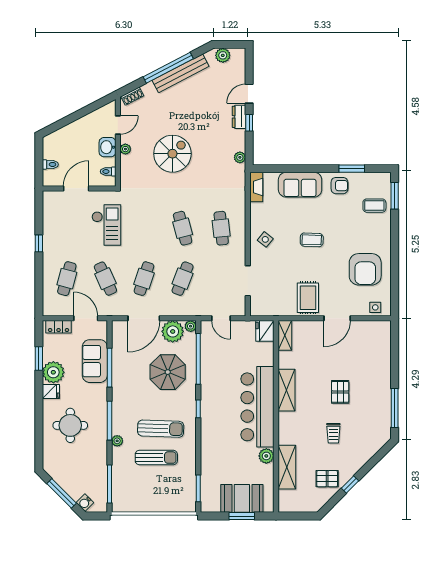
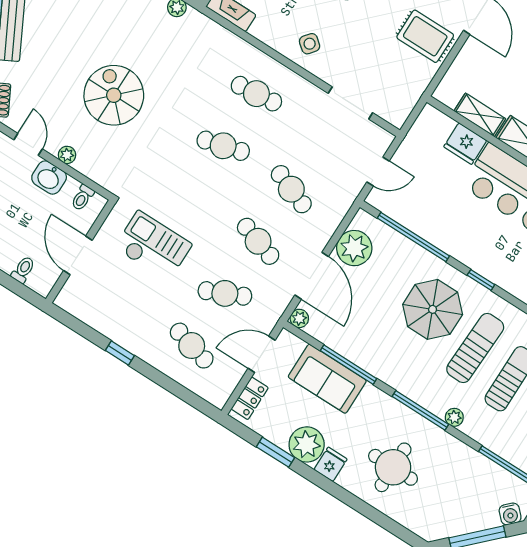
plant: (191, 326) -> (299, 318), moved
fridge: (265, 331) -> (465, 144), moved
shelving: (285, 335) -> (480, 115), moved
parasol: (168, 372) -> (433, 309), moved

